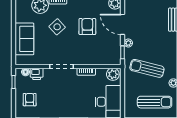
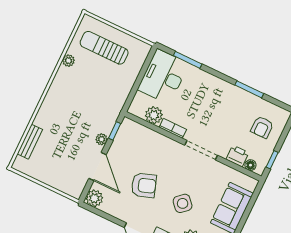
armchair: (87, 27) -> (144, 185), turned -109
sun lounger: (147, 68) -> (93, 95), removed
plant: (113, 74) -> (154, 115), moved

